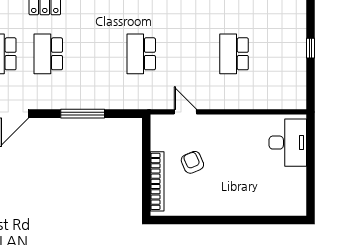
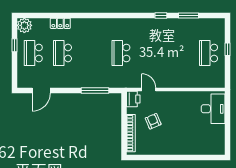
school desk: (234, 54) -> (209, 53), moved
window: (83, 114) -> (95, 91), moved
printer: (161, 127) -> (133, 99), added

